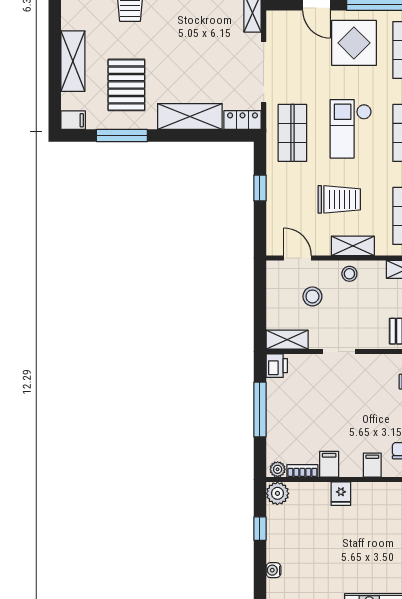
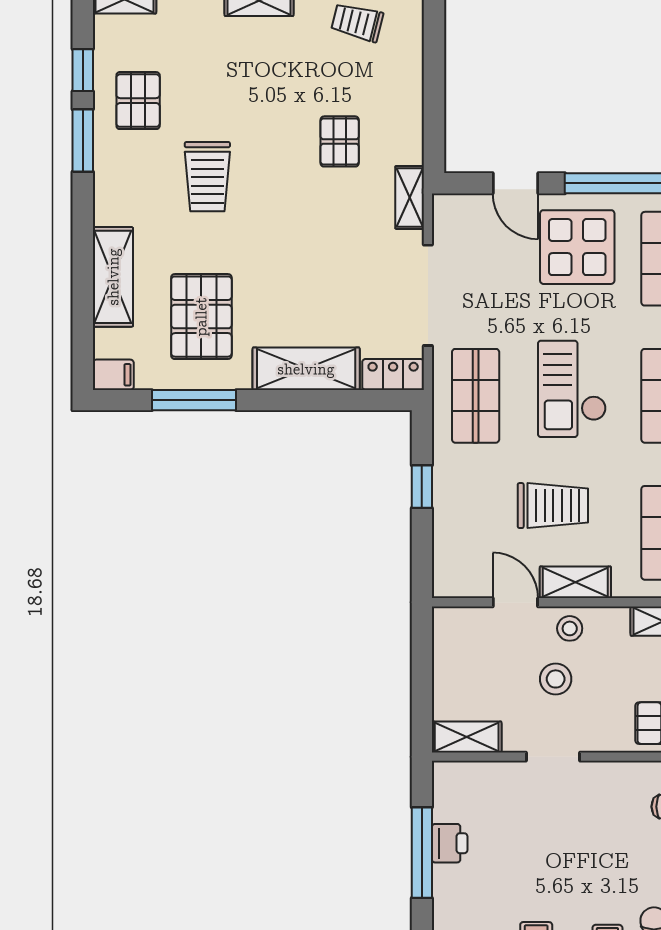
door: (297, 258) -> (515, 602), moved
stool: (312, 296) -> (556, 679), moved
printer: (277, 366) -> (450, 843), moved

